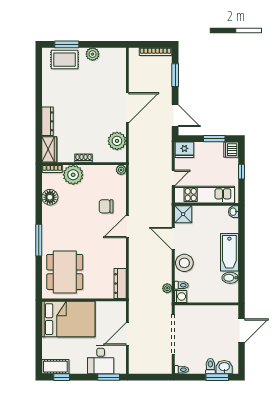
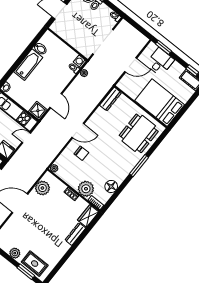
stool: (184, 263) -> (61, 80), removed

